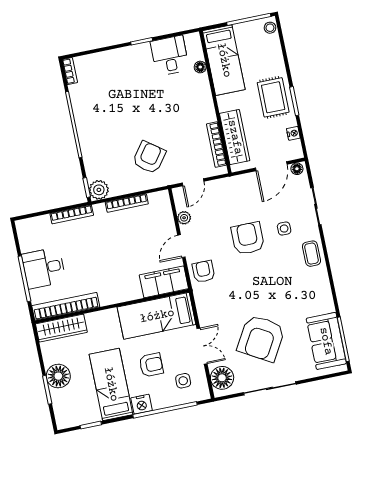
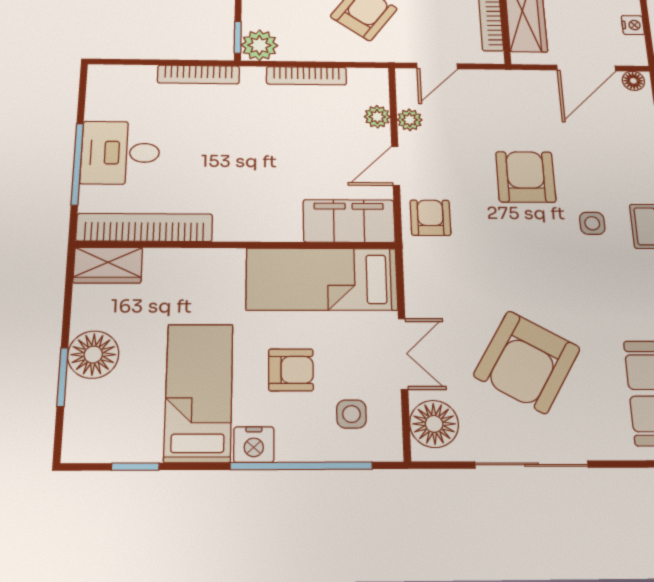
plant: (167, 220) -> (377, 117), added
side table: (284, 229) -> (592, 223), moved
wardrobe: (61, 328) -> (108, 265), width x0.67

